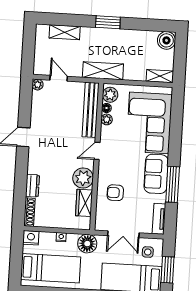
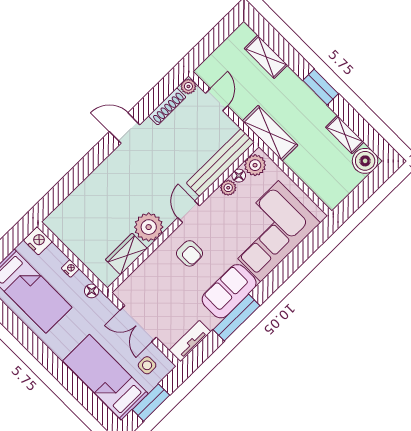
shelving: (160, 76) -> (345, 135), moved
door: (97, 151) -> (189, 212), hinge flipped
dresser: (32, 186) -> (88, 188), removed
armchair: (115, 193) -> (190, 253), moved, turned 180
shoe rack: (29, 212) -> (167, 106), moved
floor lamp: (87, 244) -> (92, 291), width x0.53, depth x0.53

